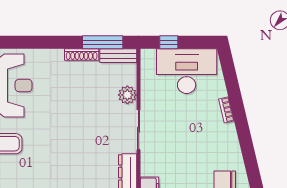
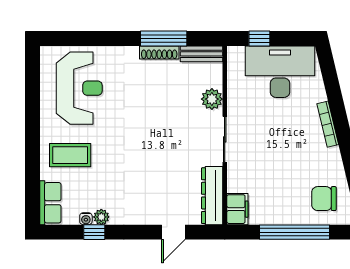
window: (103, 42) -> (164, 38), moved
bookcase: (226, 110) -> (328, 124), width x1.56

